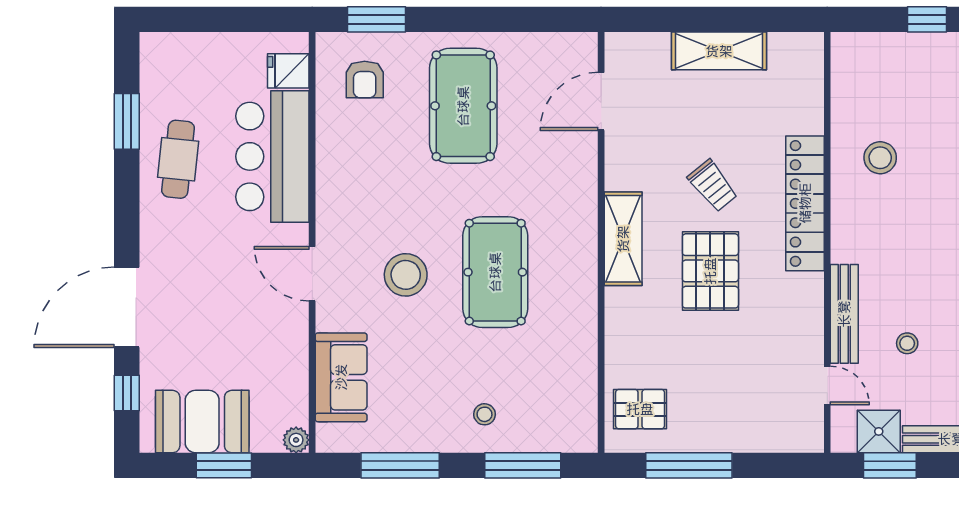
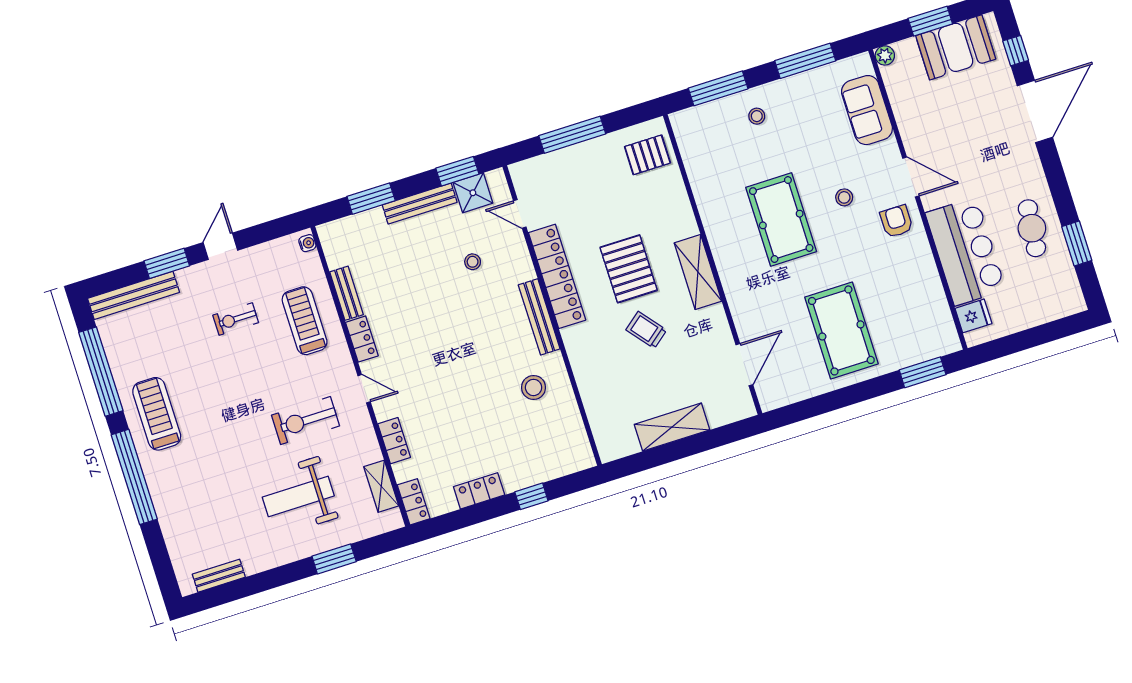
armchair: (365, 80) -> (896, 221), moved
locker: (805, 203) -> (557, 276), moved
stool: (406, 275) -> (844, 197), width x0.53, depth x0.53
bench: (844, 314) -> (539, 317), moved
window: (689, 465) -> (572, 135), moved

